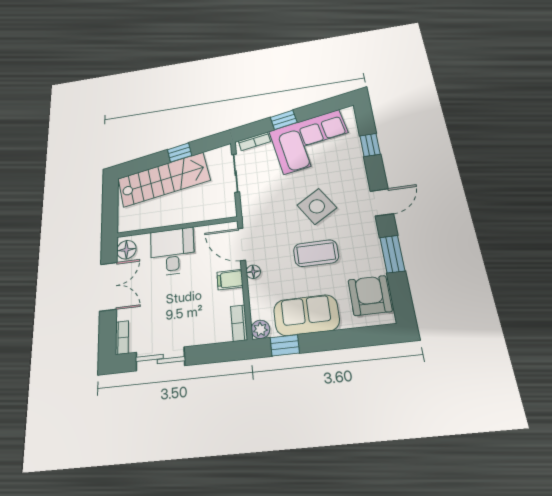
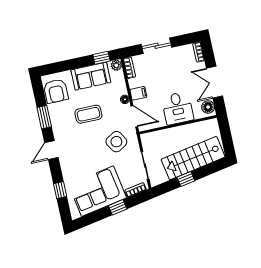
side table: (317, 206) -> (116, 142), moved
sliding door: (160, 359) -> (157, 46), moved

